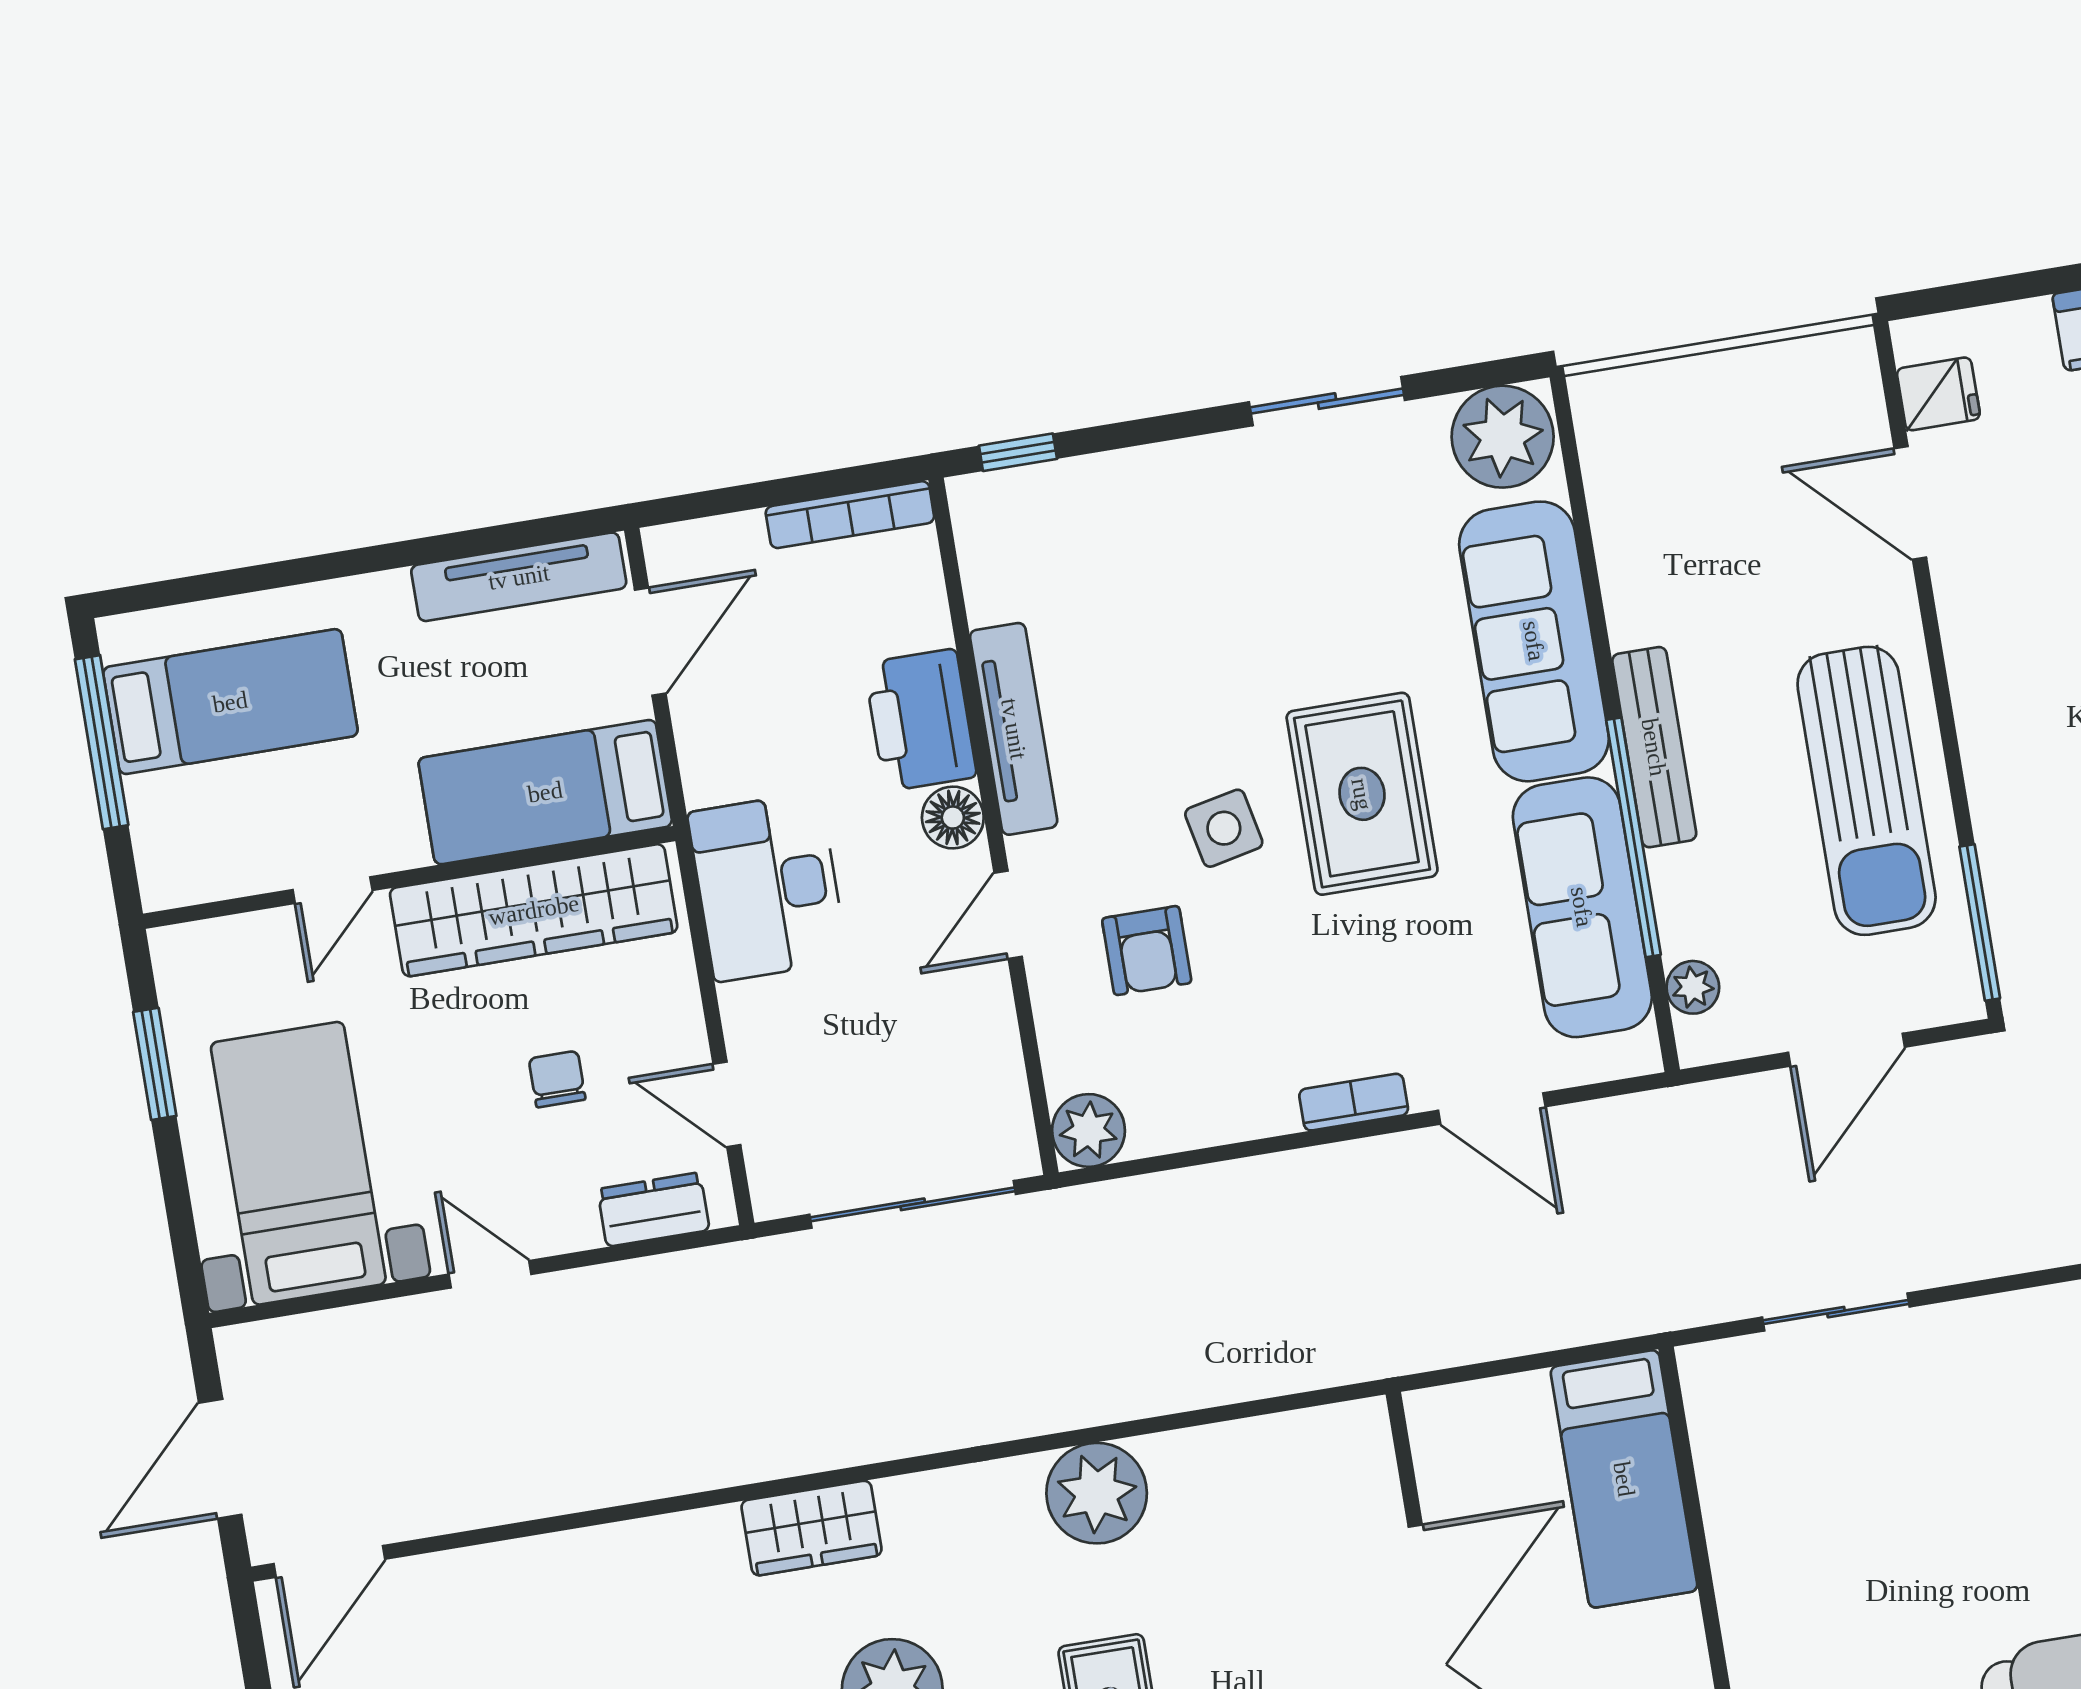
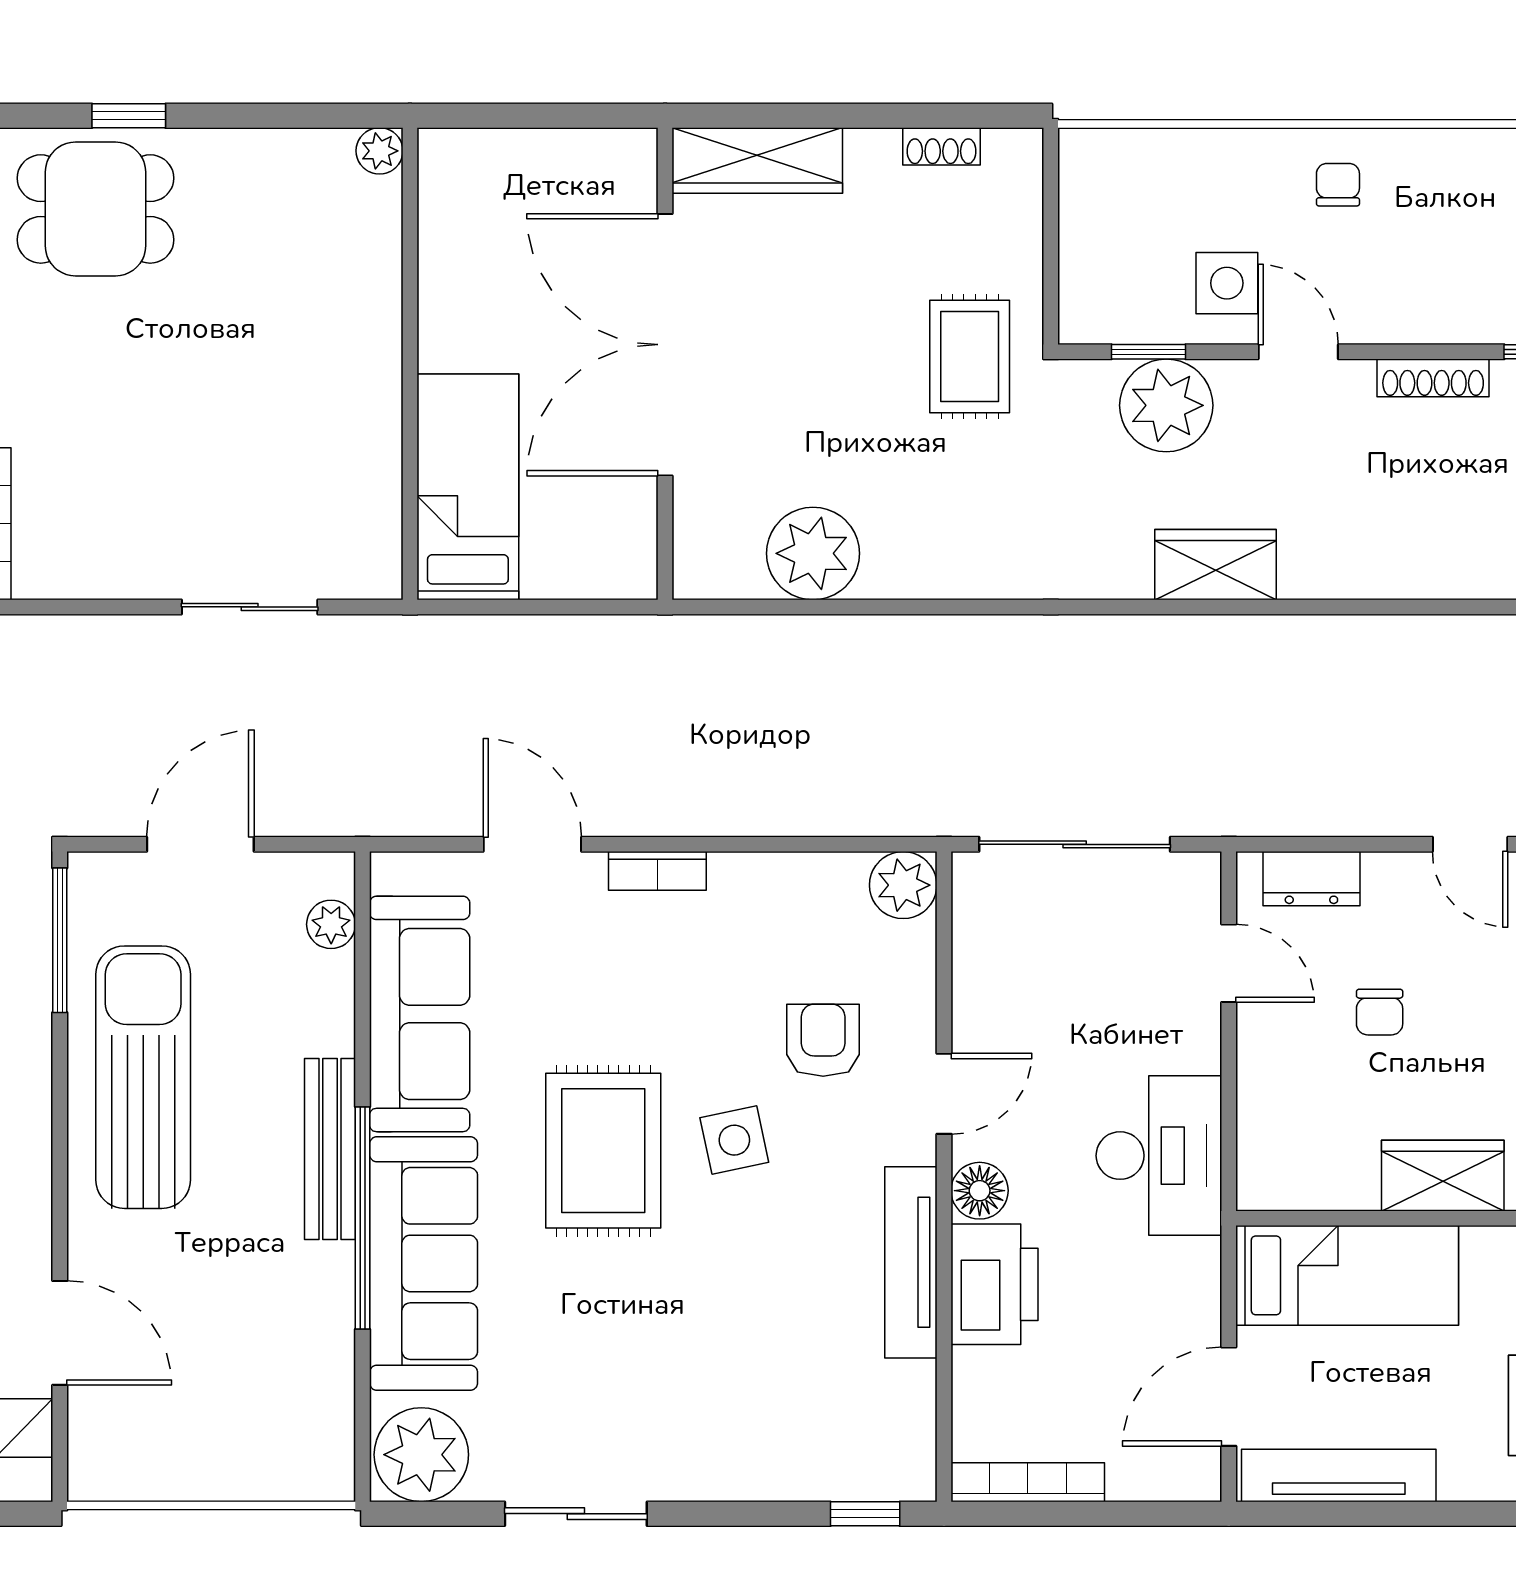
window: (1634, 837) -> (362, 1218), moved
wardrobe: (534, 910) -> (1443, 1176), width x0.48, depth x0.85
plant: (1097, 1493) -> (813, 553), moved

